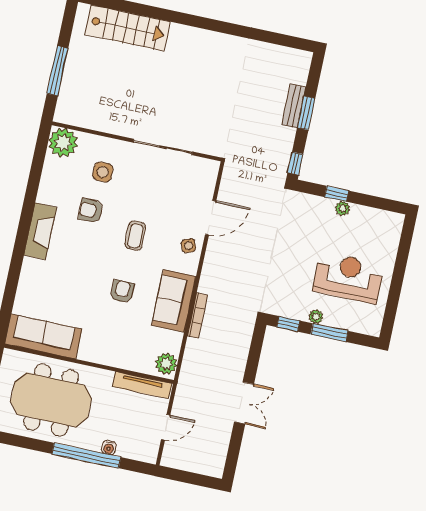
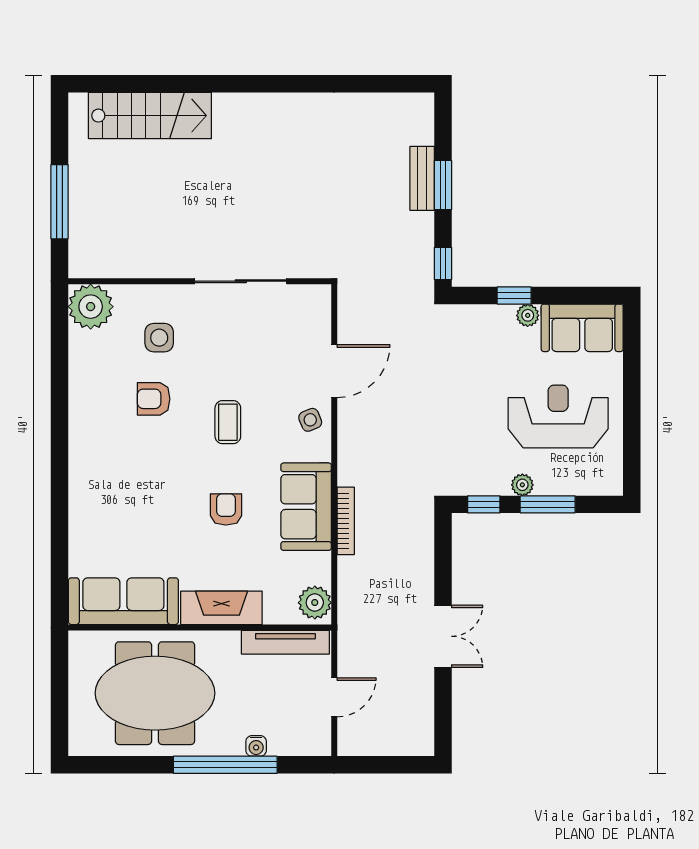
sofa: (376, 224) -> (582, 328), added
fireplace: (40, 231) -> (221, 608), moved, turned -90

